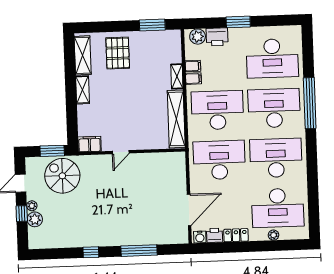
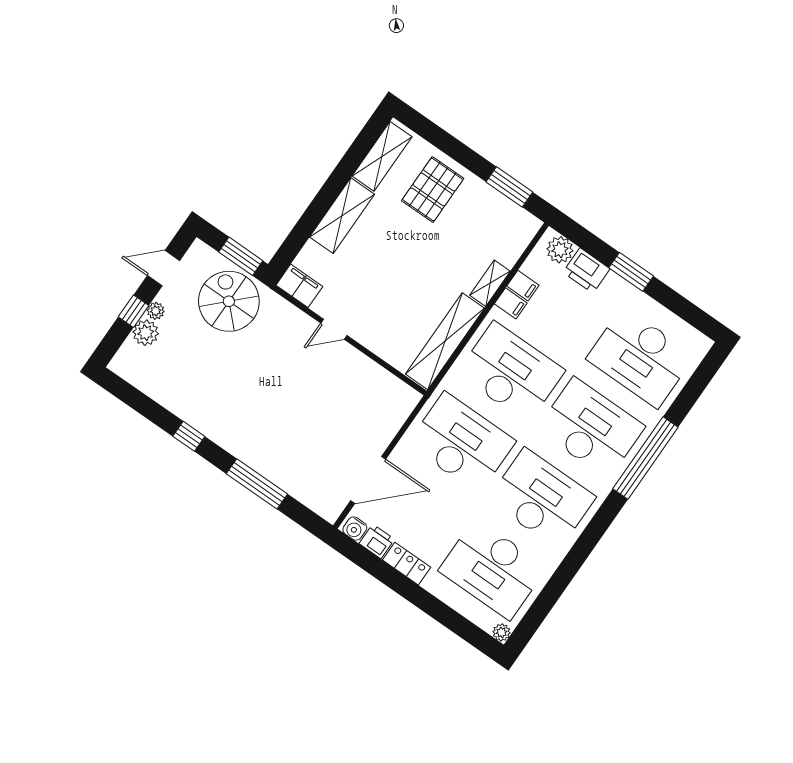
shelving: (82, 90) -> (342, 216), width x1.50, depth x1.33
plant: (274, 235) -> (502, 632), moved

